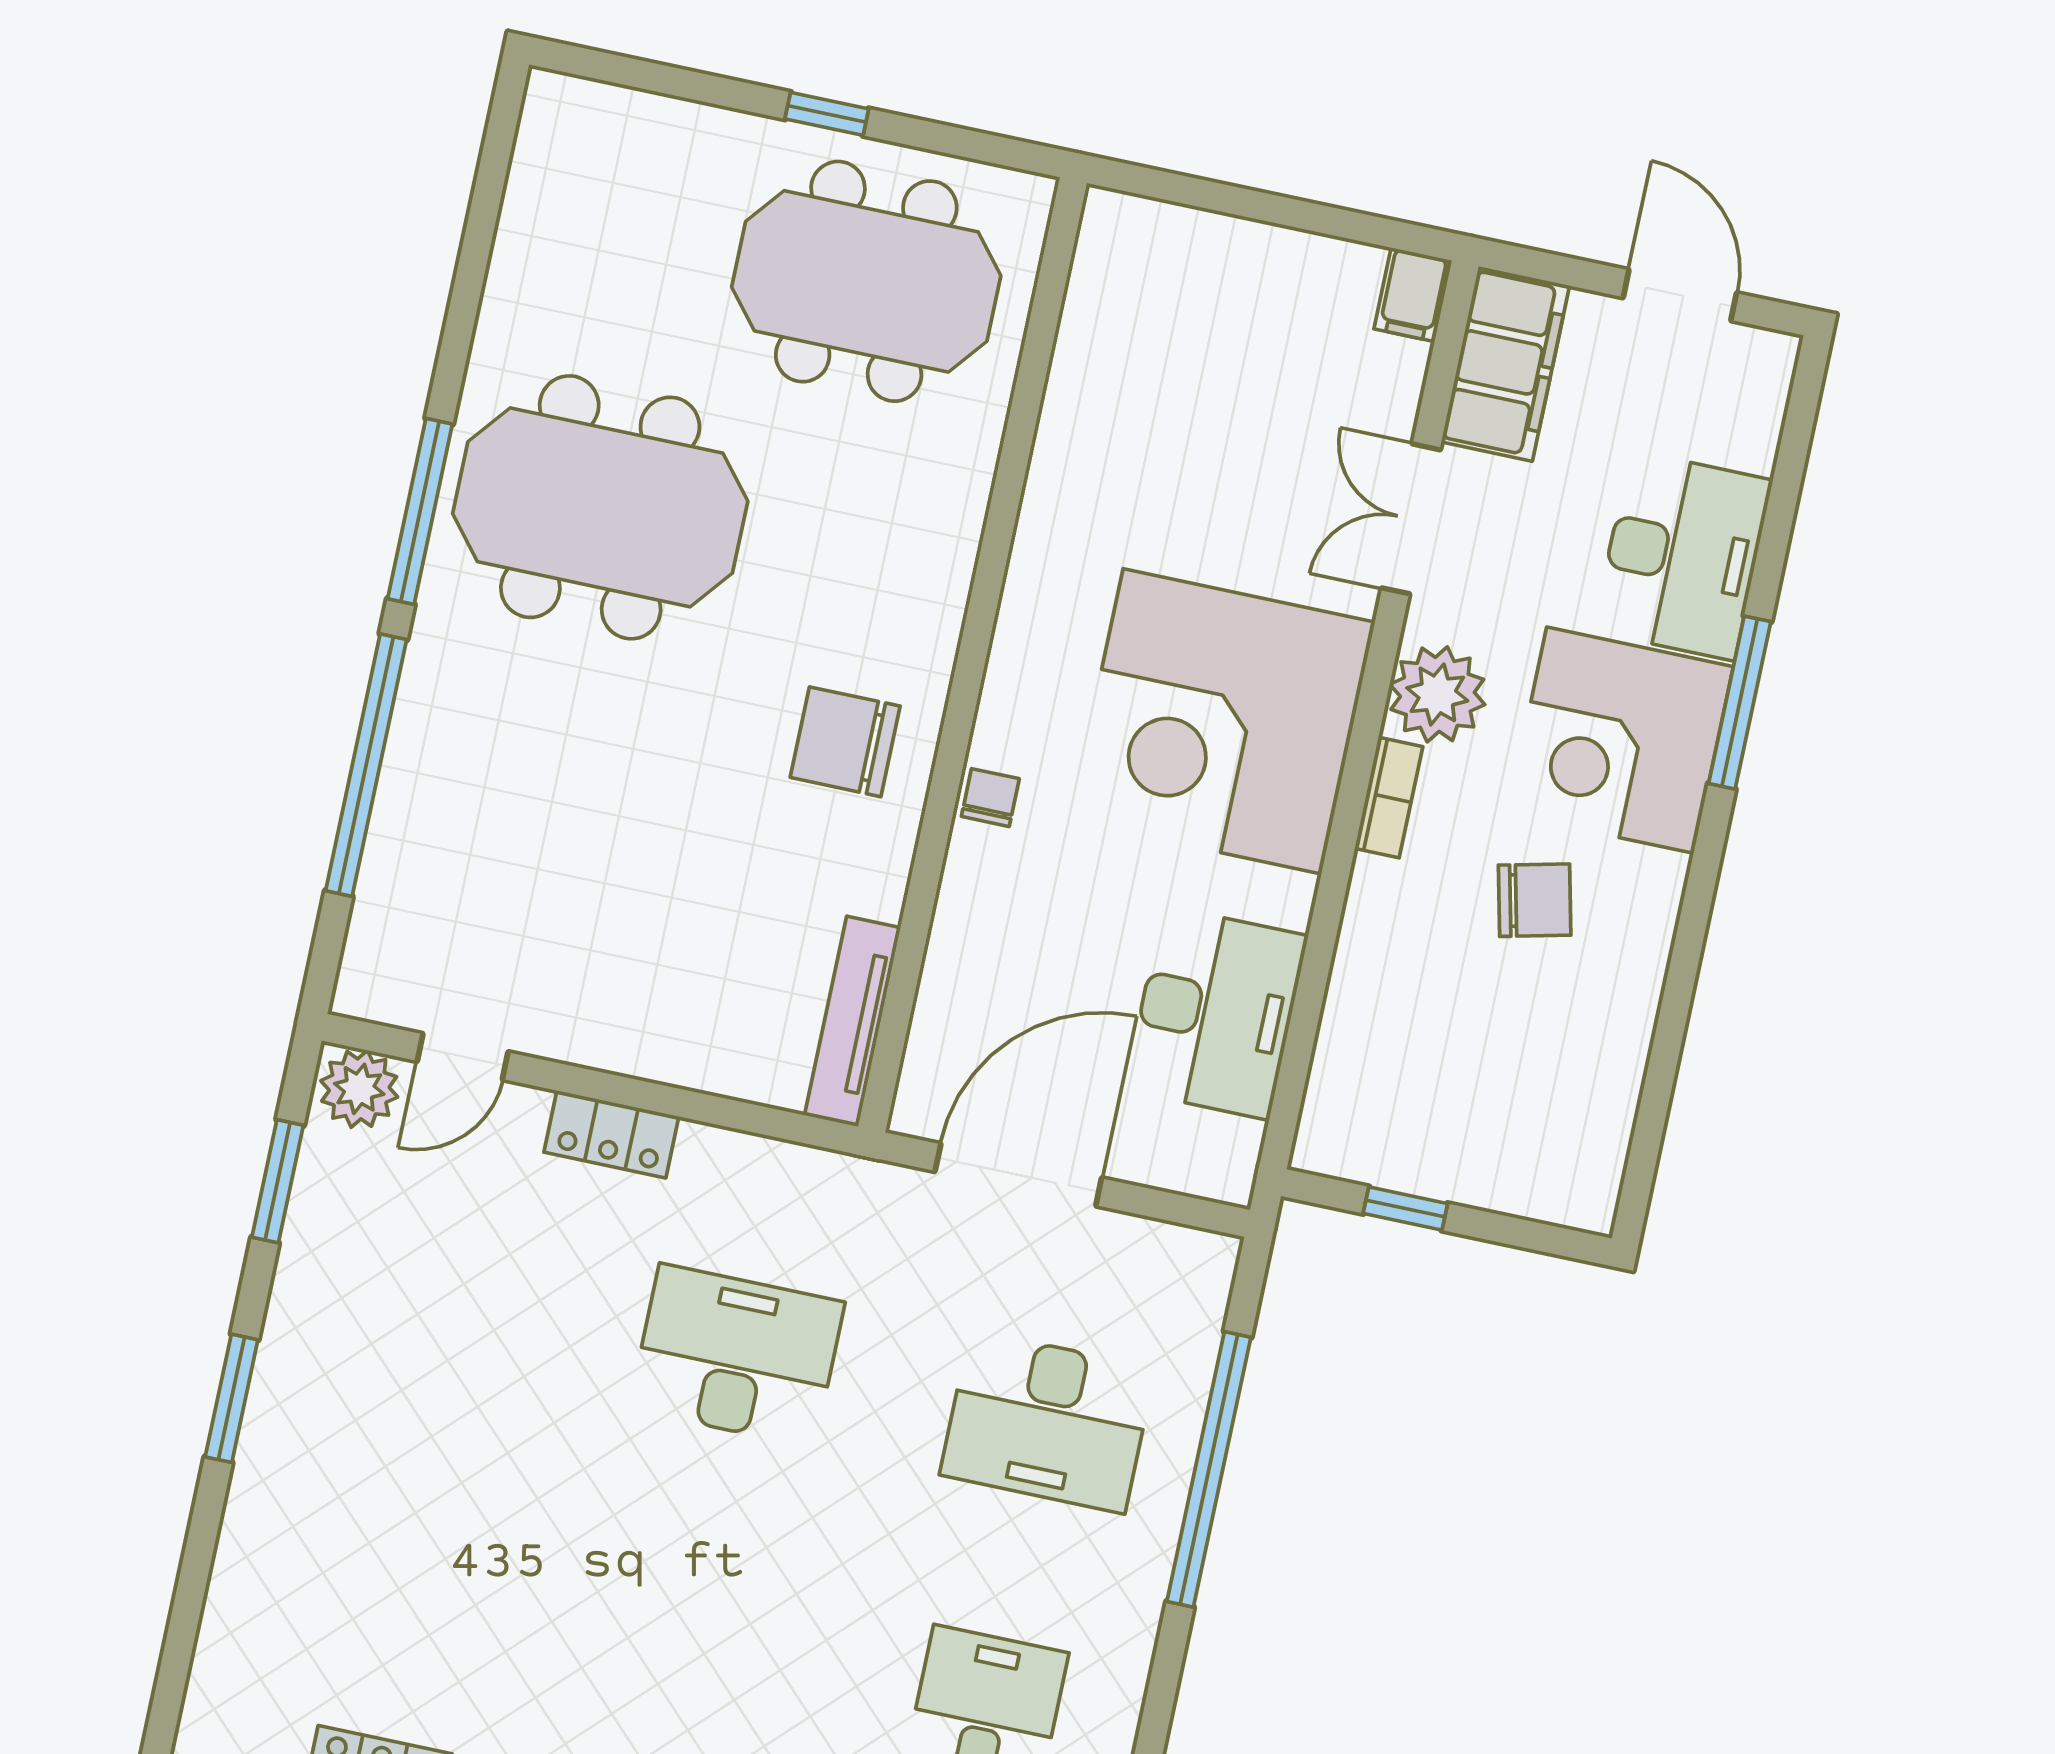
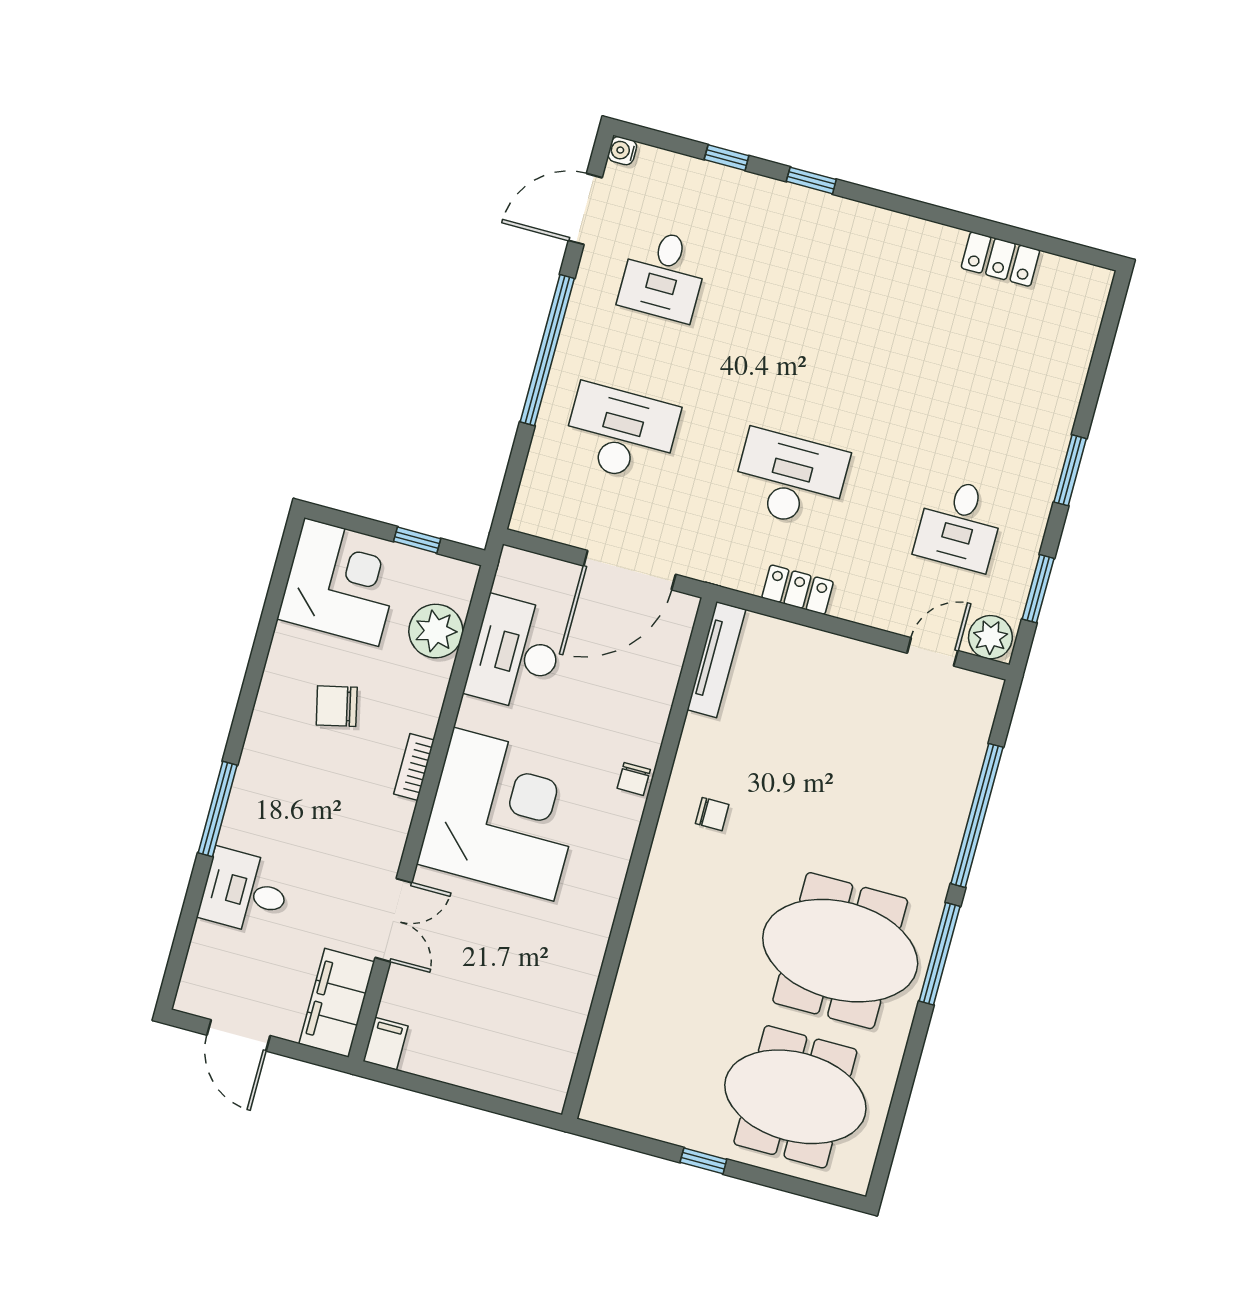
meeting table: (866, 281) -> (795, 1097), moved
desk: (1683, 556) -> (245, 892), width x0.73
plant: (1437, 694) -> (436, 631), moved
corner desk: (1620, 740) -> (341, 582), moved
chair: (845, 742) -> (712, 814), width x0.54, depth x0.54
locker: (611, 1134) -> (798, 590), moved
desk: (426, 1289) -> (959, 525), added
desk: (737, 1356) -> (790, 479), turned 180
window: (1209, 1469) -> (547, 350), moved

